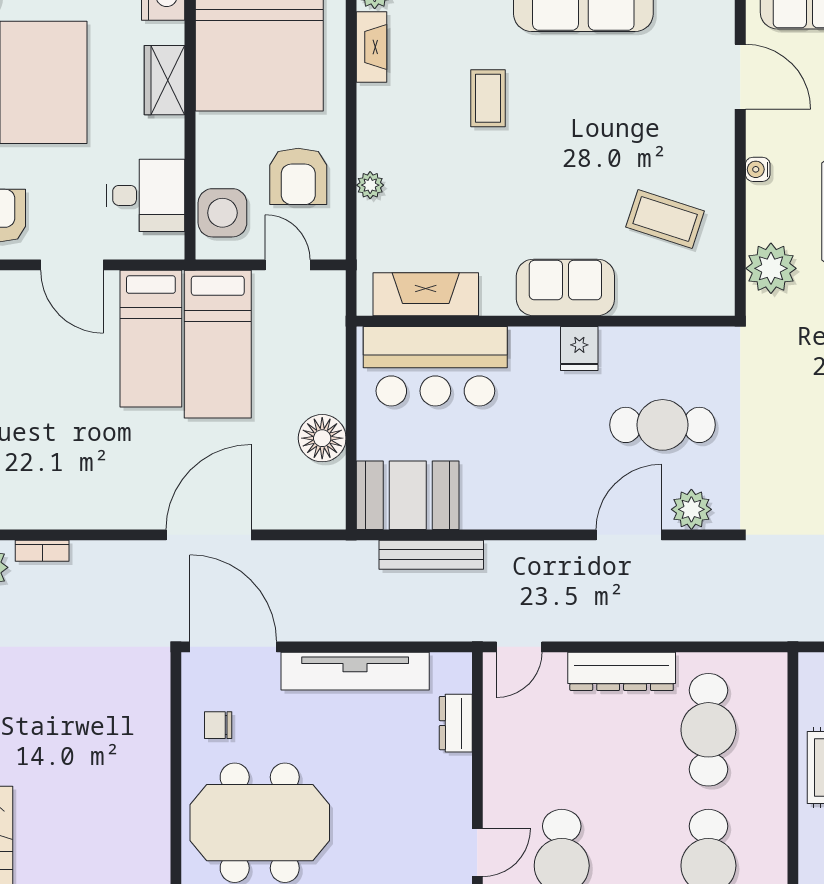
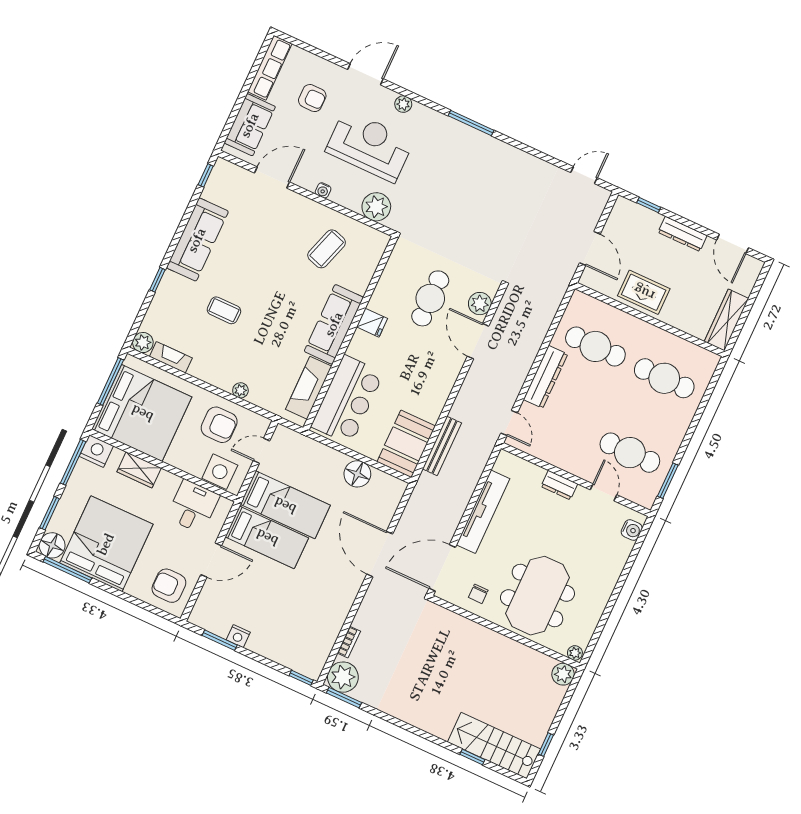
sofa: (565, 287) -> (334, 324), width x1.36
dresser: (456, 723) -> (559, 485), moved

